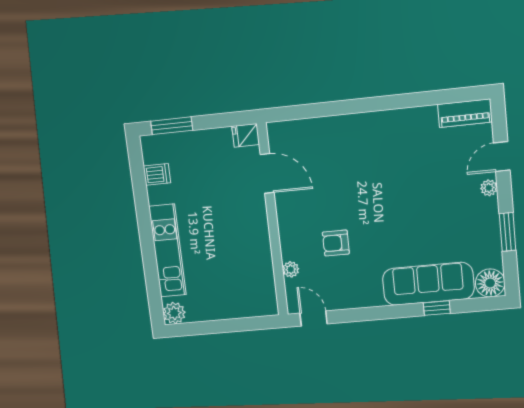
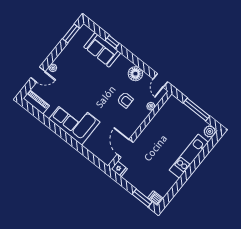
corner sofa: (381, 141) -> (74, 121), added
dishwasher: (157, 174) -> (155, 198), moved
window: (508, 232) -> (71, 34), moved
floor lamp: (490, 283) -> (135, 74), moved
sofa: (428, 284) -> (102, 50), width x0.73
window: (223, 326) -> (197, 109), added

